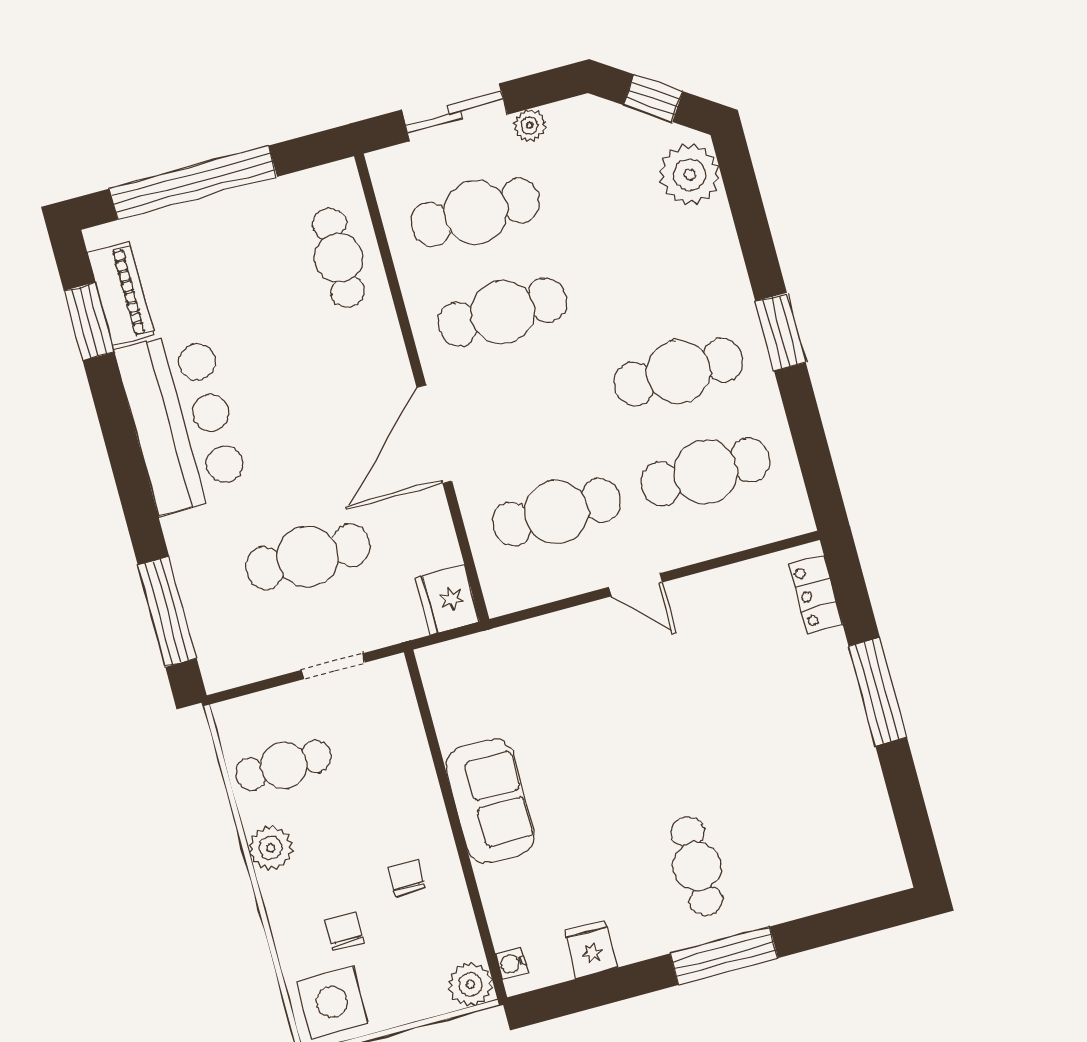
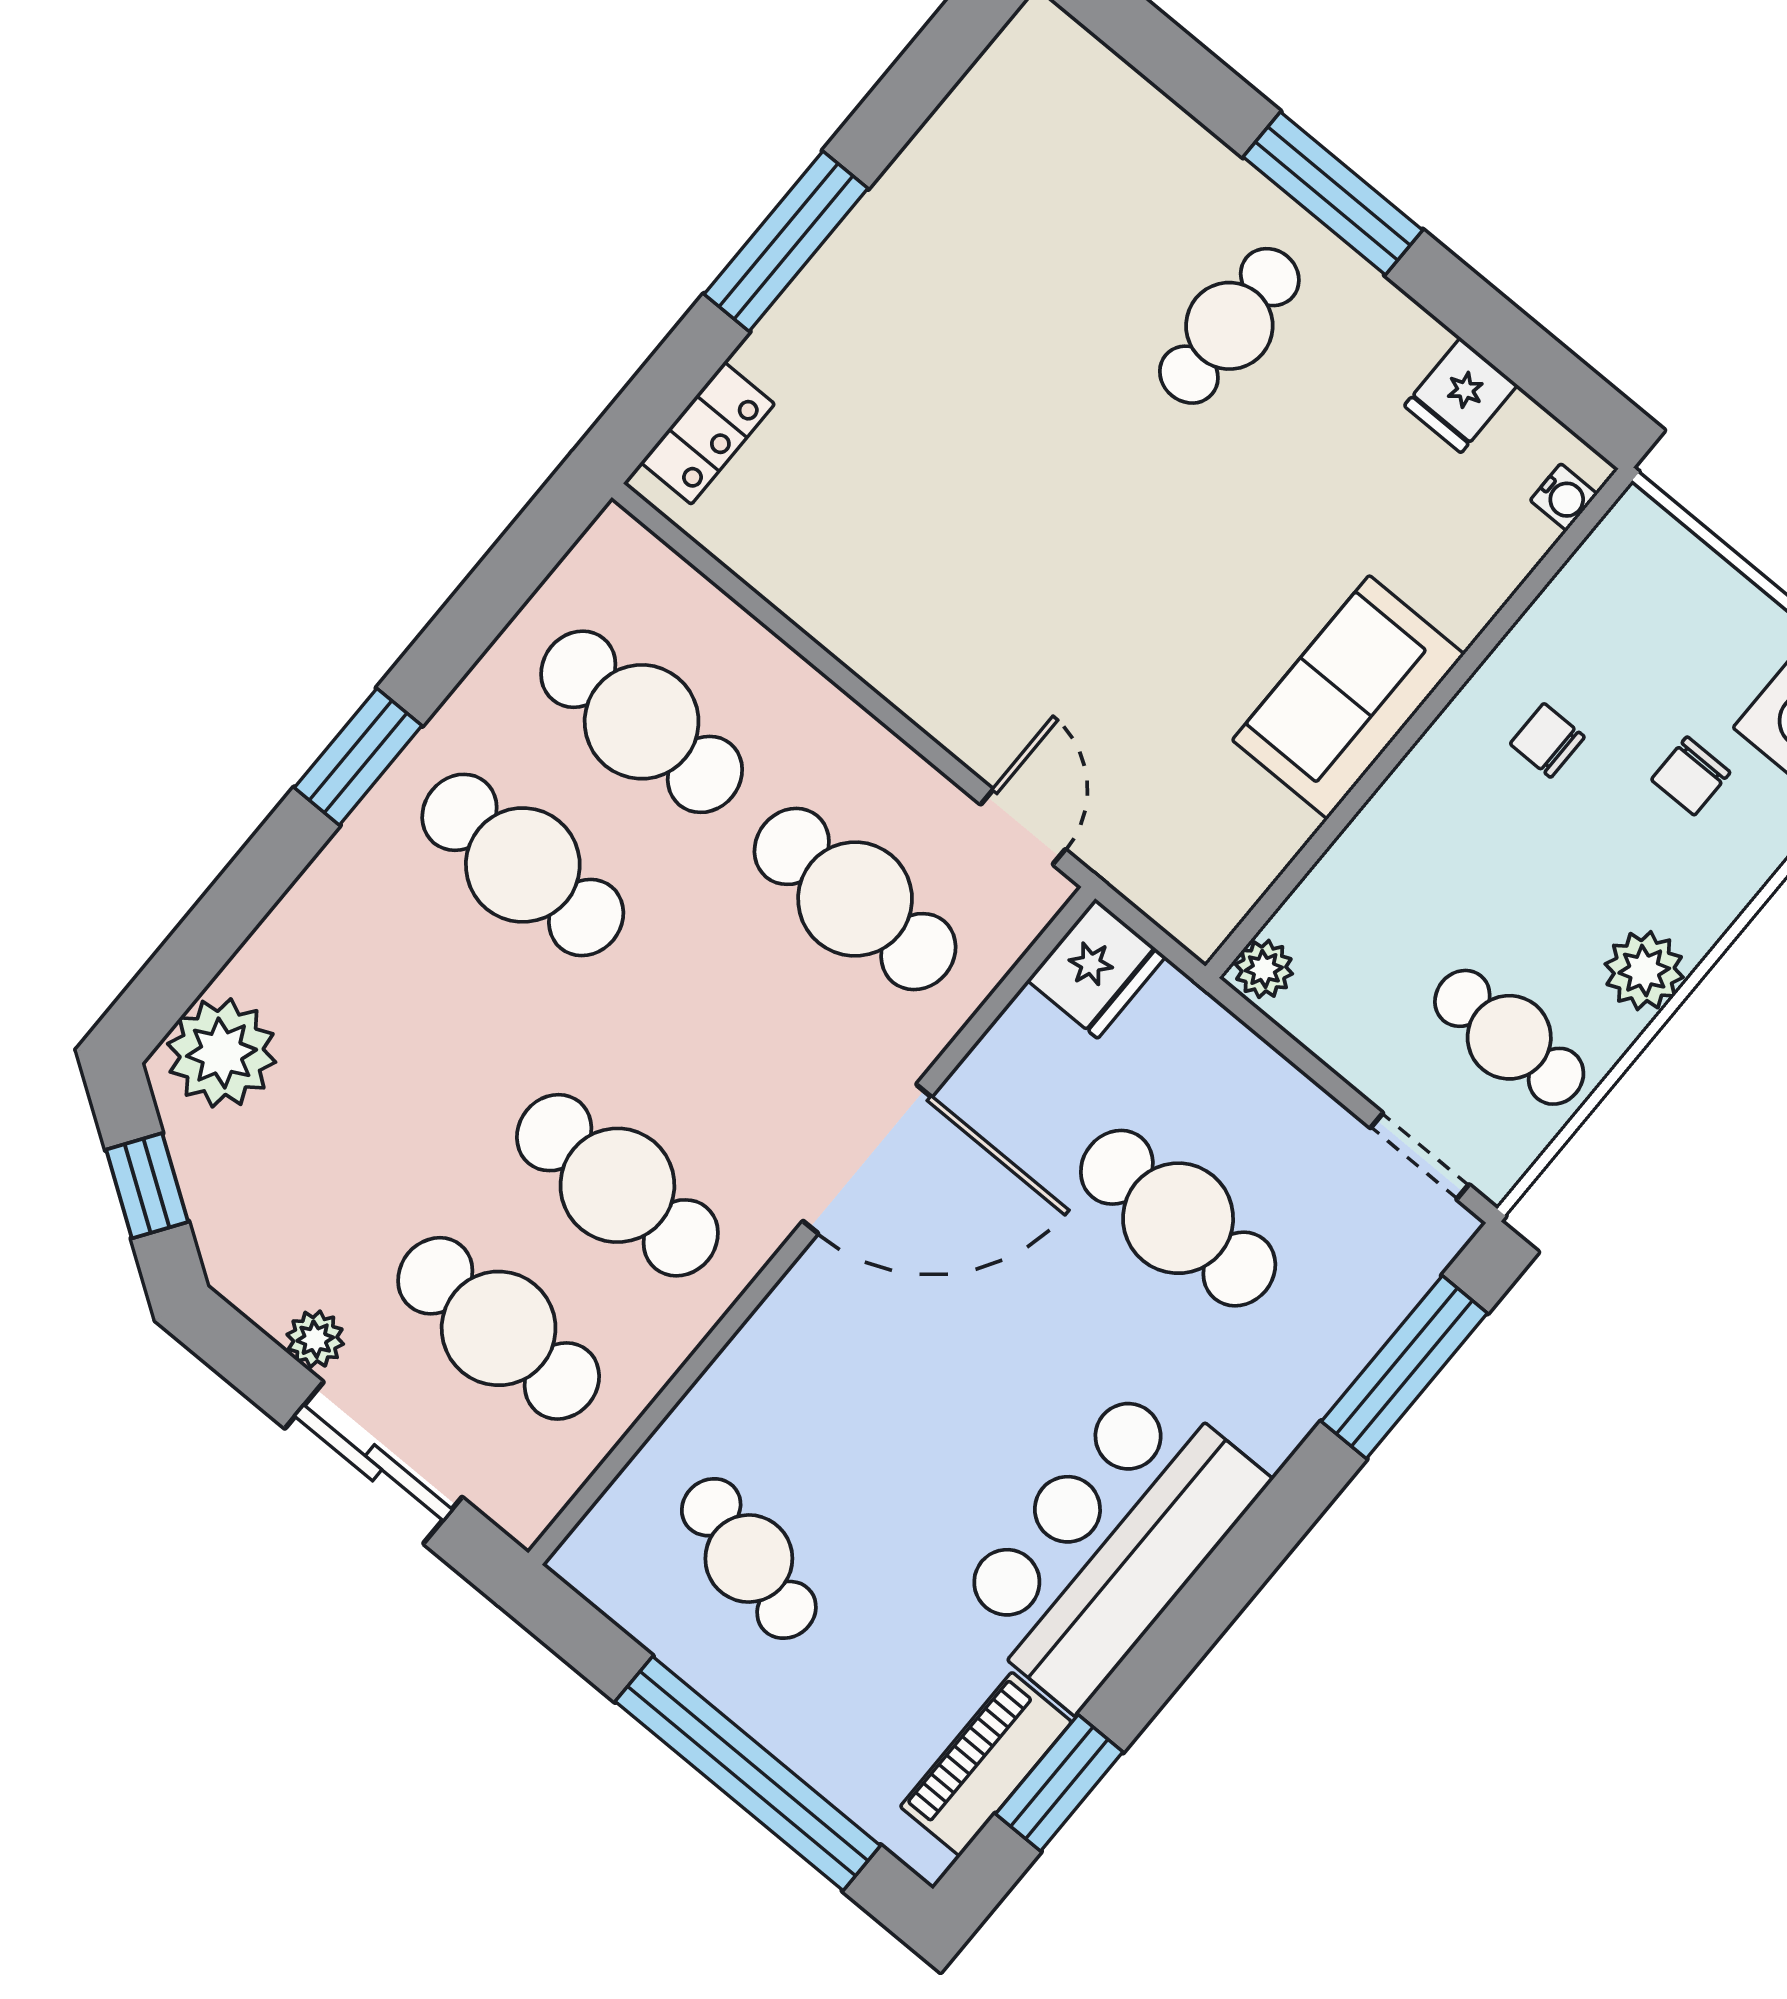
cafe table: (339, 258) -> (749, 1559), moved, turned -76
door: (636, 585) -> (1023, 827), moved
doorway: (333, 666) -> (1420, 1156), moved
chair: (406, 878) -> (1547, 740), turned 90
plant: (470, 984) -> (1264, 969), moved, width x0.73, depth x0.73

